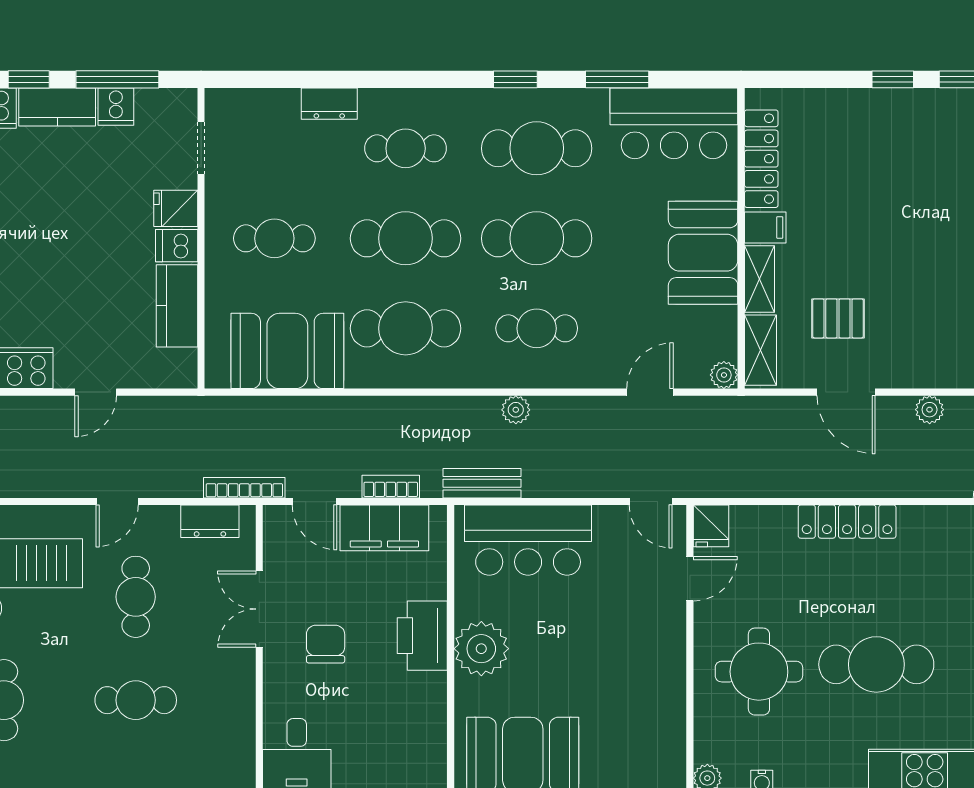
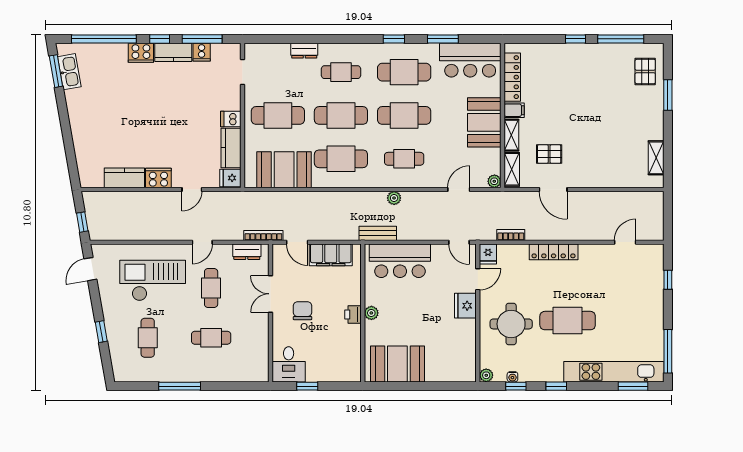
fridge: (176, 208) -> (230, 178), moved
cafe table: (274, 238) -> (278, 115), width x1.37, depth x1.35
plant: (930, 410) -> (593, 198), removed
bookcase: (391, 487) -> (511, 235), moved
fridge: (664, 634) -> (465, 306), added
printer: (422, 636) -> (353, 314), width x0.53, depth x0.68
plant: (481, 649) -> (371, 313), width x0.53, depth x0.53

